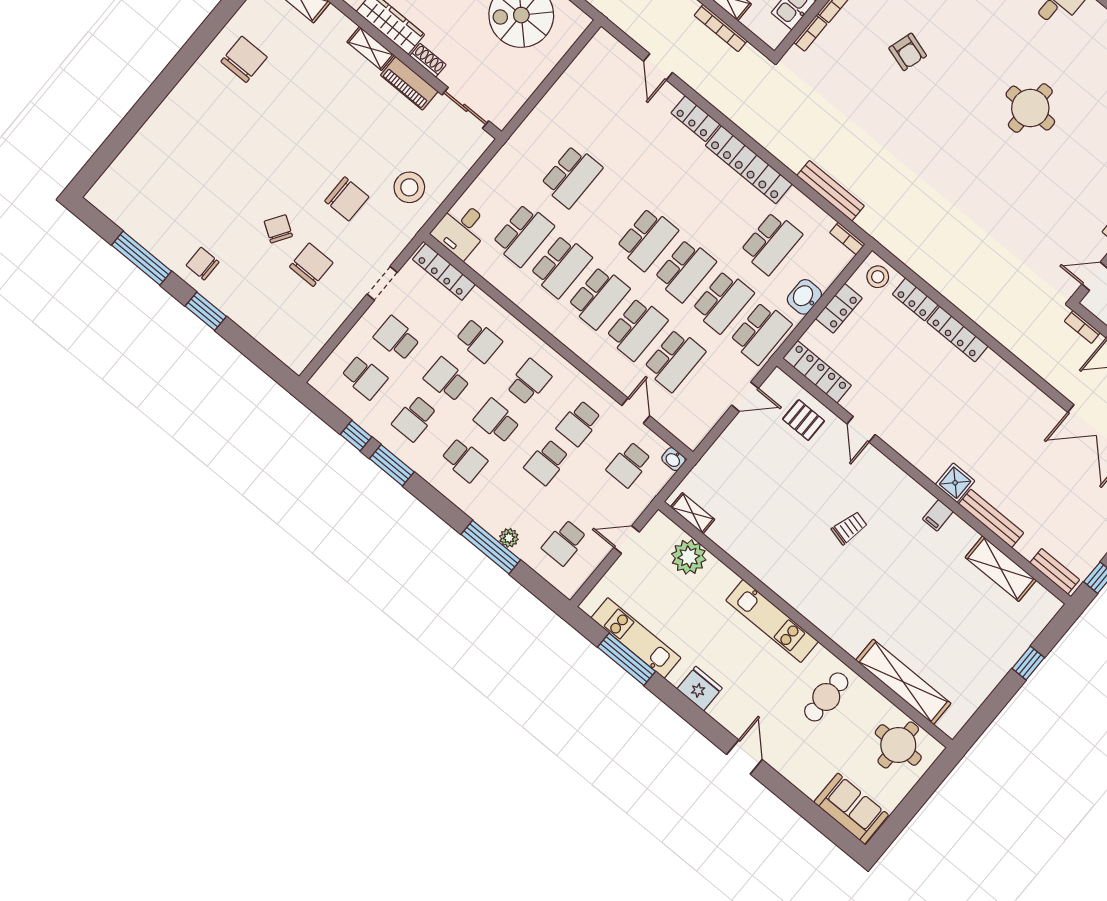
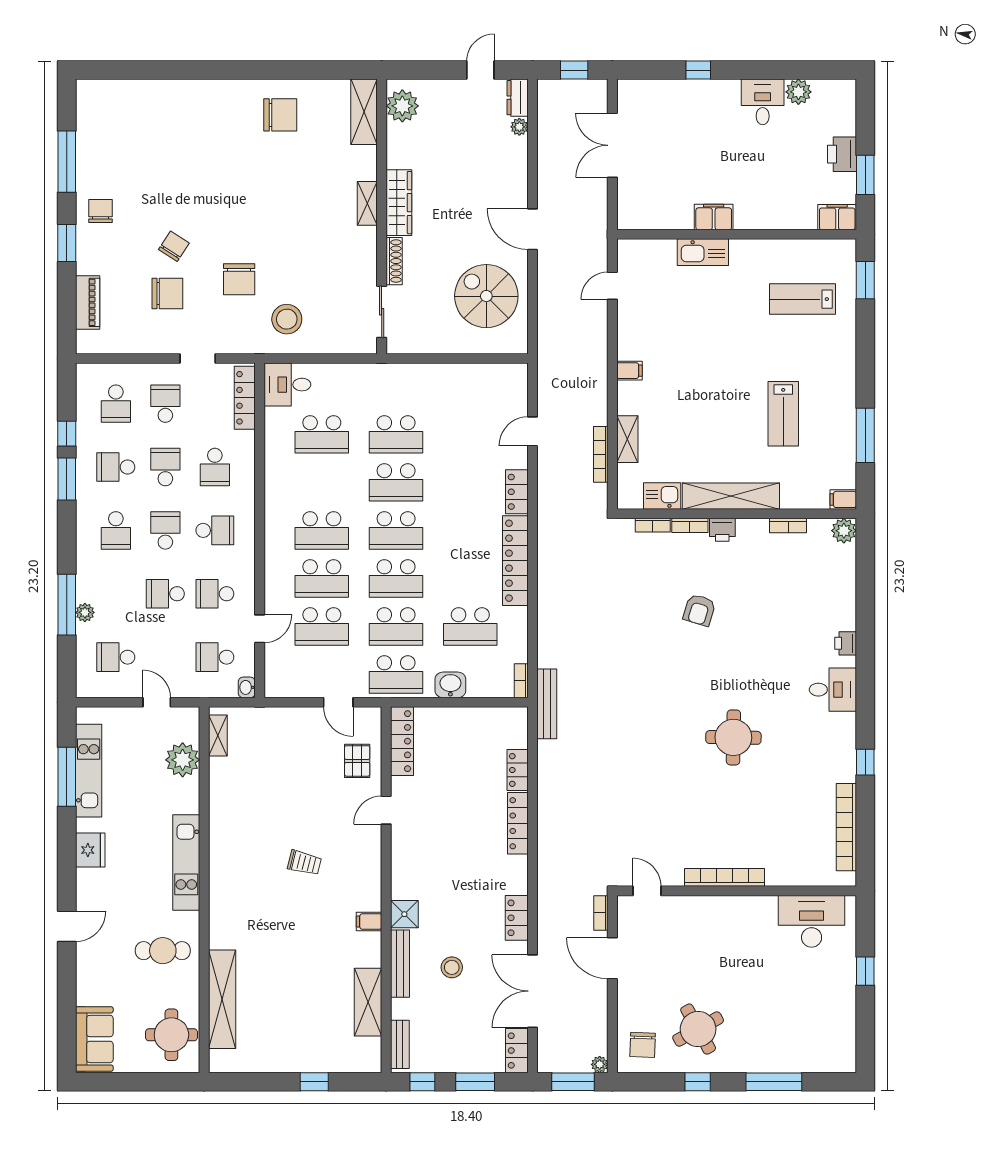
shoe rack: (428, 60) -> (394, 261), width x1.43
piano: (409, 83) -> (88, 302), moved, turned 180
bench: (831, 191) -> (547, 704), moved
school desk: (561, 266) -> (396, 482), moved
stool: (878, 277) -> (452, 967), moved
locker: (839, 308) -> (517, 918), moved, turned 90

